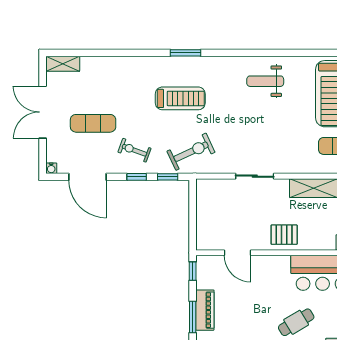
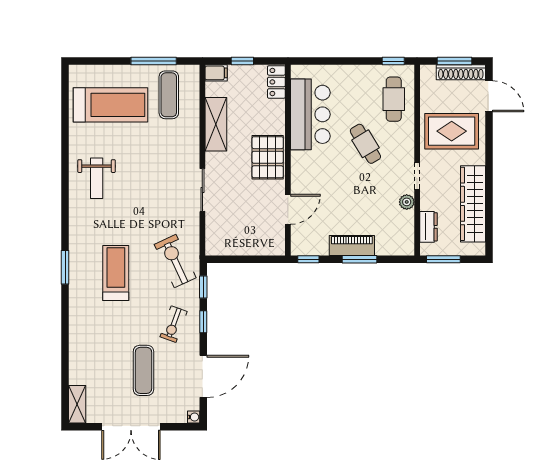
pallet: (284, 235) -> (268, 157), width x1.50, depth x1.42

